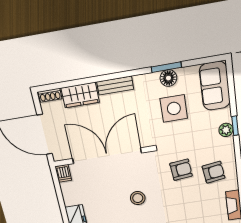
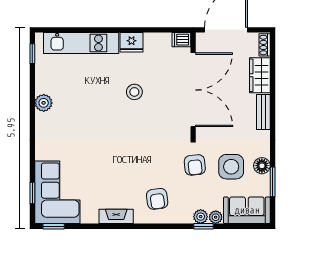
window: (166, 67) -> (273, 182), moved
plant: (225, 115) -> (216, 217), added
armchair: (181, 170) -> (195, 165), moved
stool: (138, 198) -> (134, 92), moved

